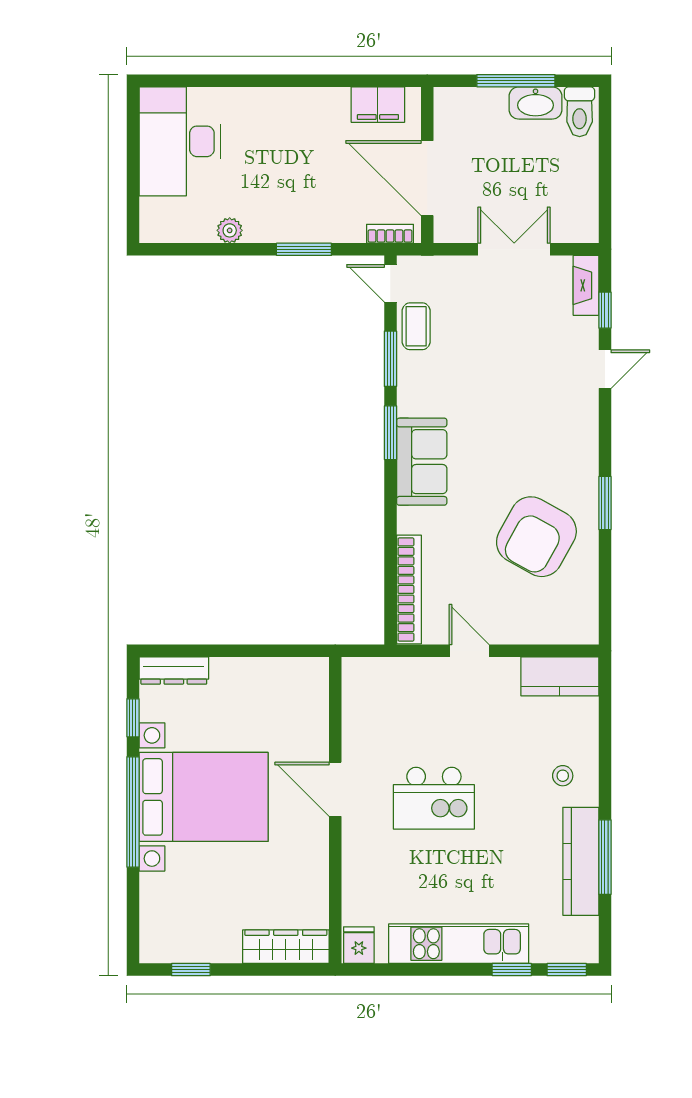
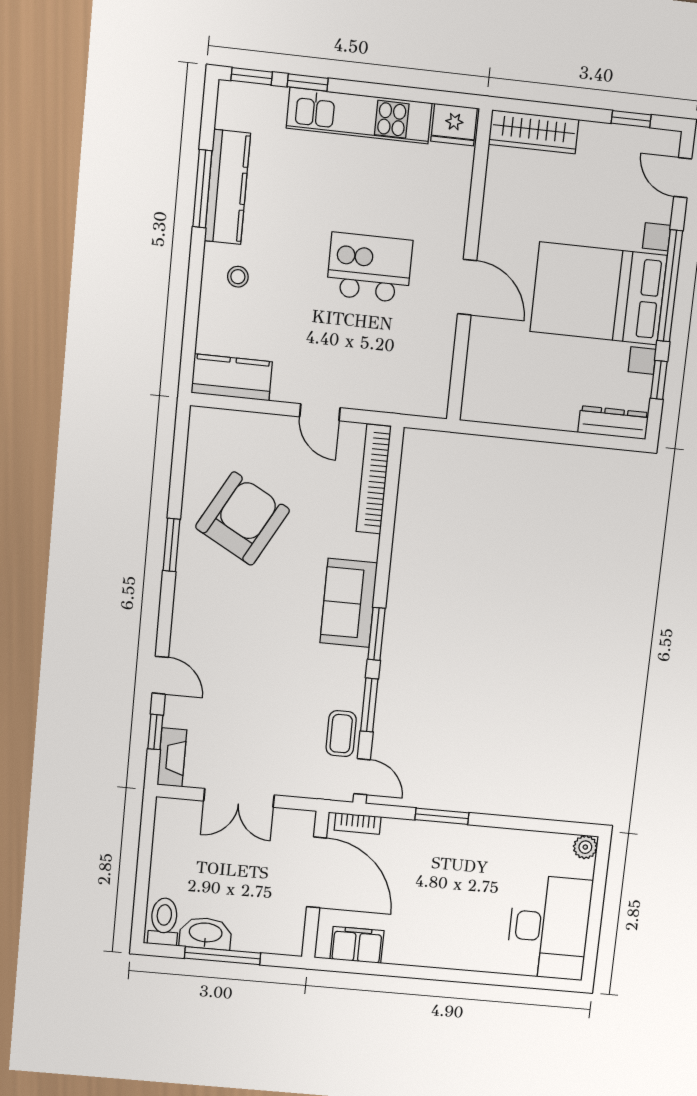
plant: (230, 230) -> (585, 847), moved
door: (605, 369) -> (160, 675), swing flipped
door: (133, 919) -> (683, 178), added
fridge: (359, 945) -> (454, 125), width x1.38

